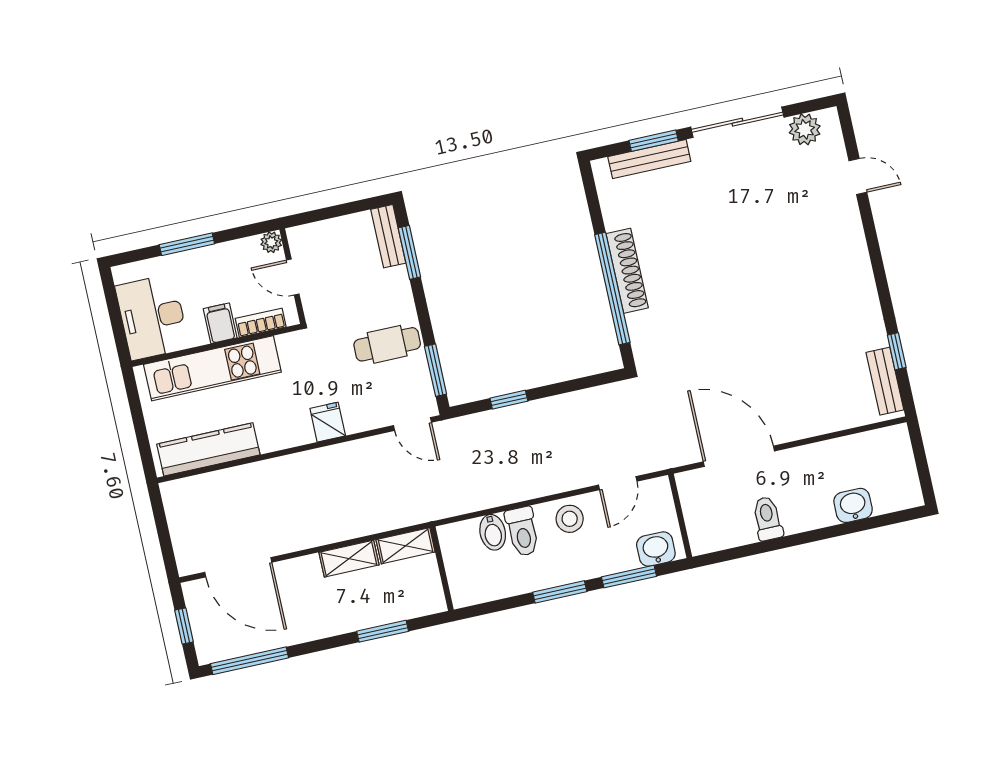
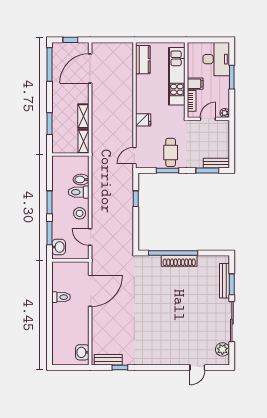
desk: (152, 317) -> (216, 59), moved, turned 90
window: (436, 370) -> (167, 170), moved
kitchen counter: (208, 449) -> (143, 60), width x0.67
washbasin: (853, 505) -> (82, 352), moved, turned 180

